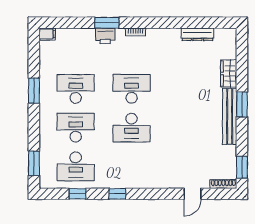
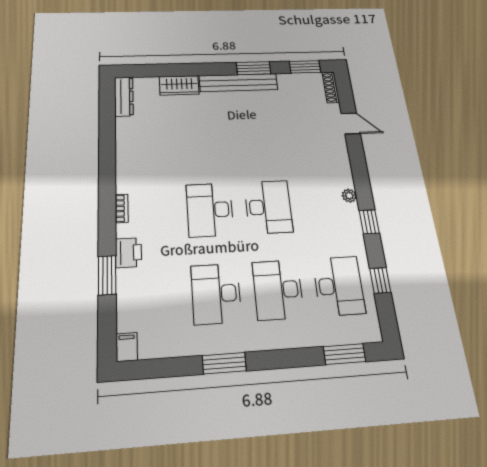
window: (107, 23) -> (107, 275), moved
dresser: (197, 34) -> (124, 97), moved
window: (242, 104) -> (254, 68), moved
plant: (137, 183) -> (349, 196), added

